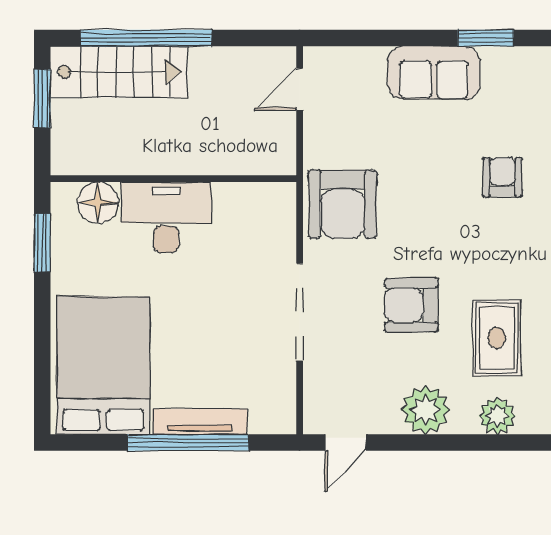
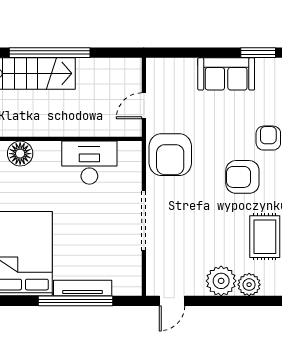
door: (300, 89) -> (144, 106), moved
desk: (166, 217) -> (89, 163), moved
armchair: (411, 305) -> (242, 177), moved
plant: (497, 416) -> (249, 285), moved

